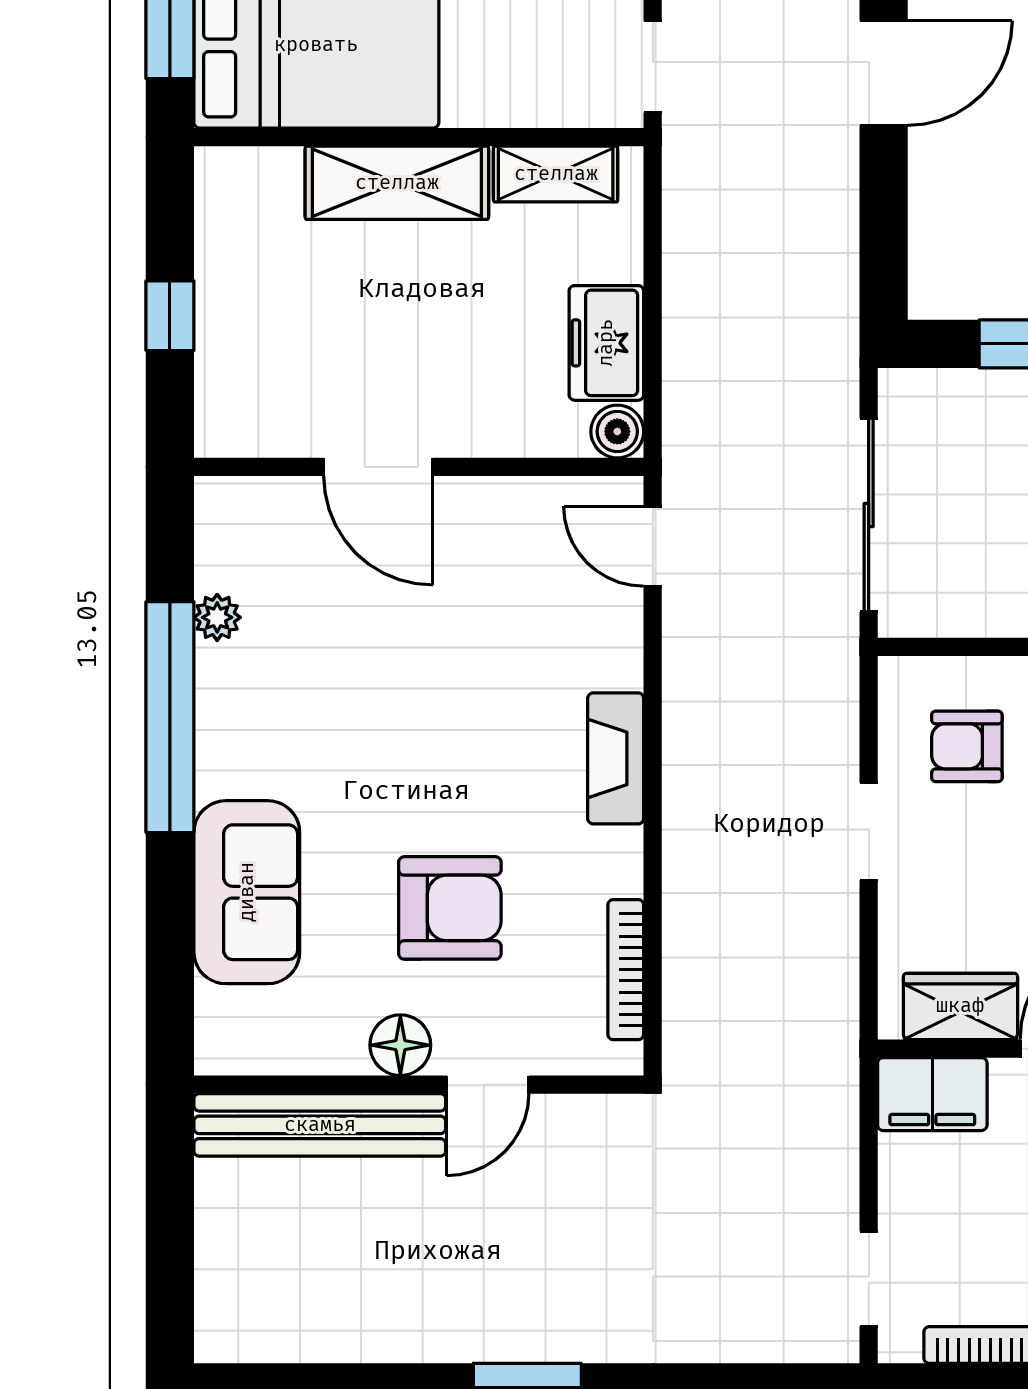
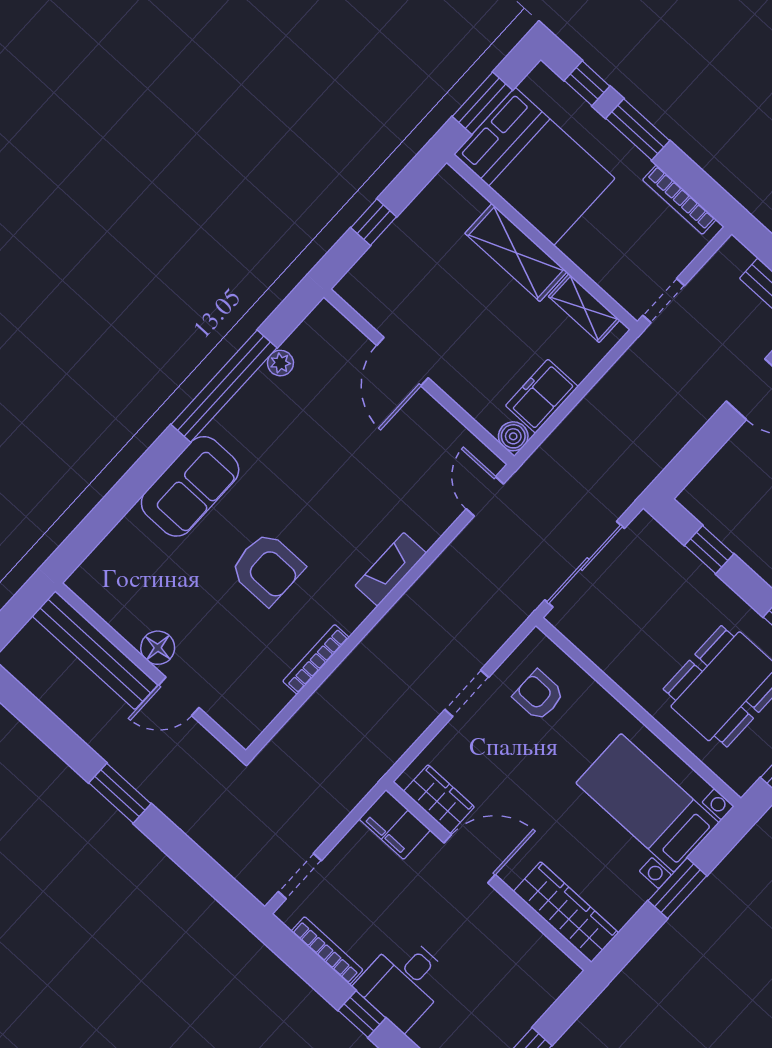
floor lamp: (400, 1045) -> (158, 648), moved
wall: (419, 1085) -> (151, 671), moved
door: (488, 1085) -> (179, 696), moved
bench: (320, 1125) -> (95, 650), moved

